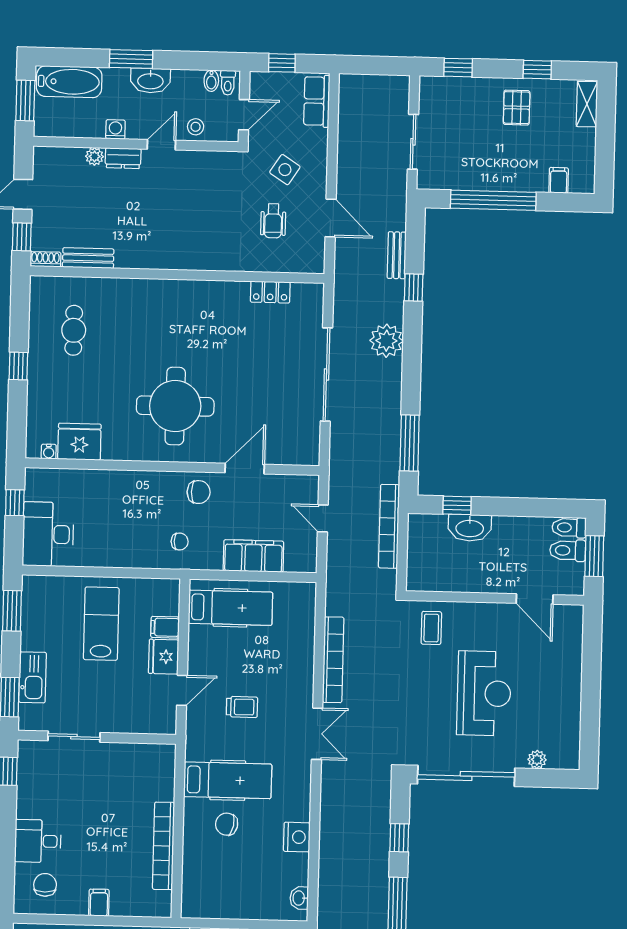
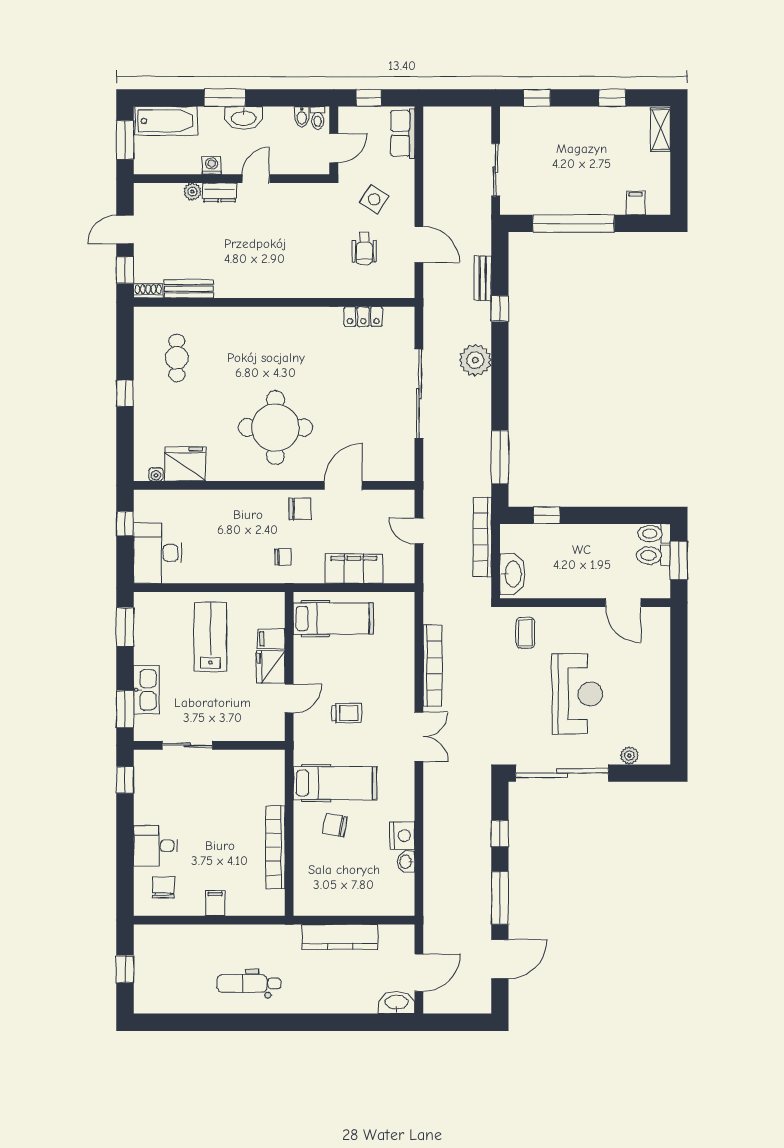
pallet: (517, 108) -> (594, 134), removed
stool: (196, 127) -> (288, 161), removed
washbasin: (470, 528) -> (512, 574), moved, turned -90
washbasin: (299, 898) -> (406, 862), moved

